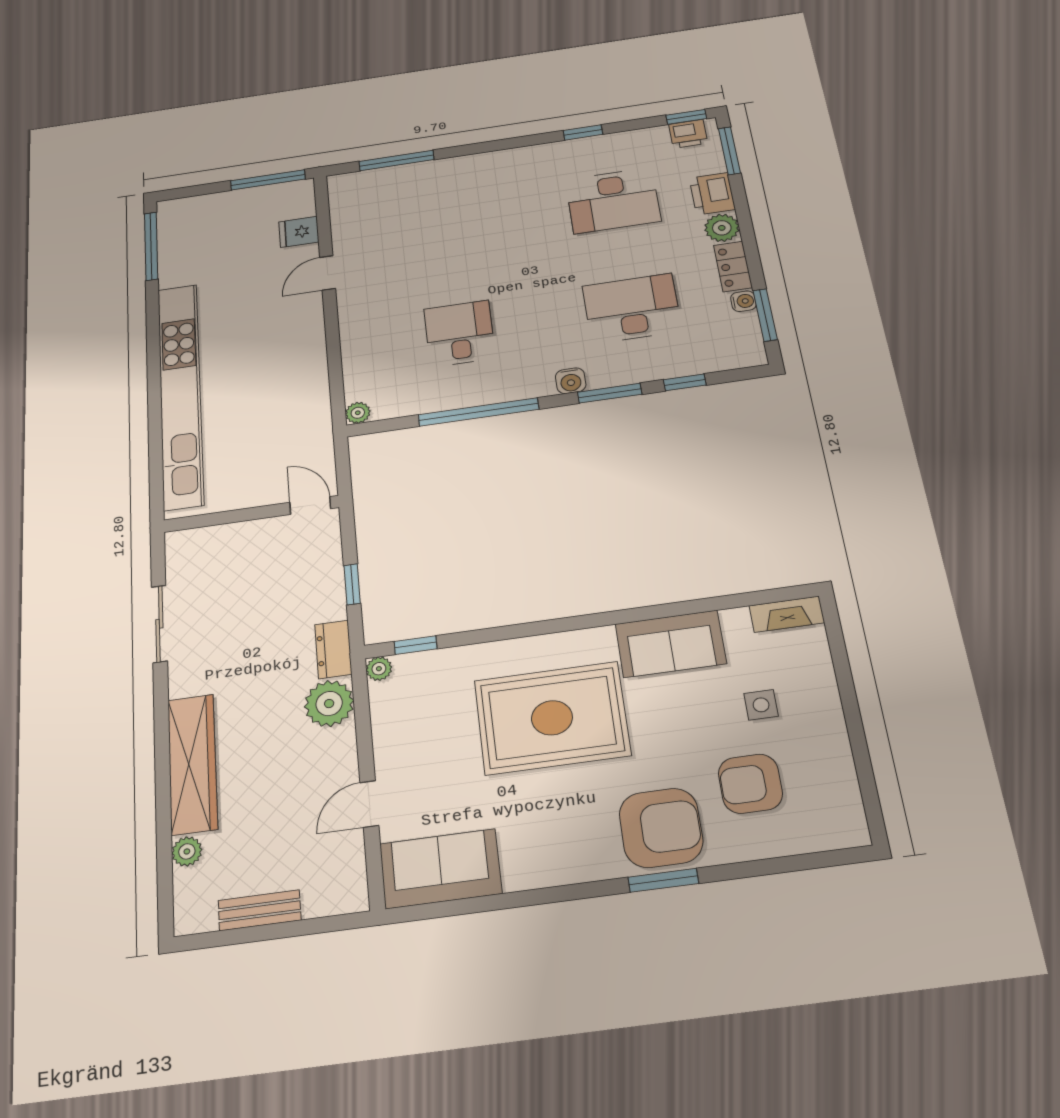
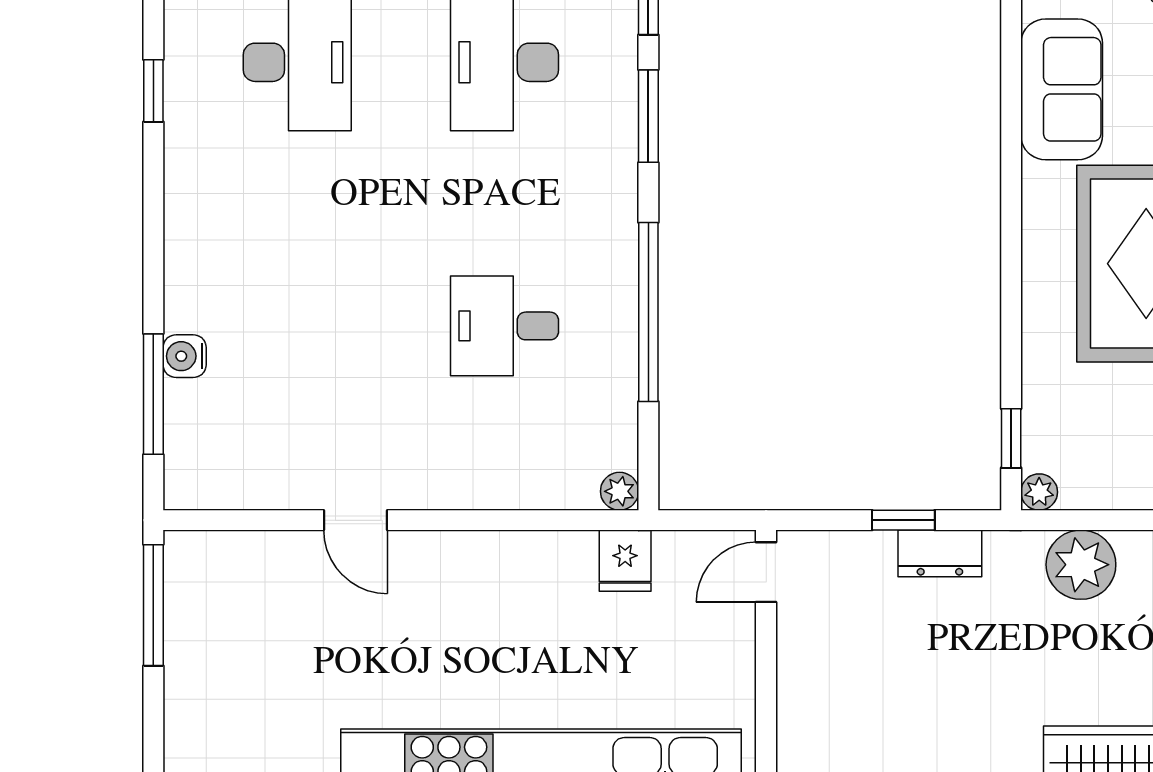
fridge: (299, 232) -> (625, 561), moved
water cooler: (571, 381) -> (185, 356), moved, turned 180
dresser: (333, 649) -> (940, 553), moved

